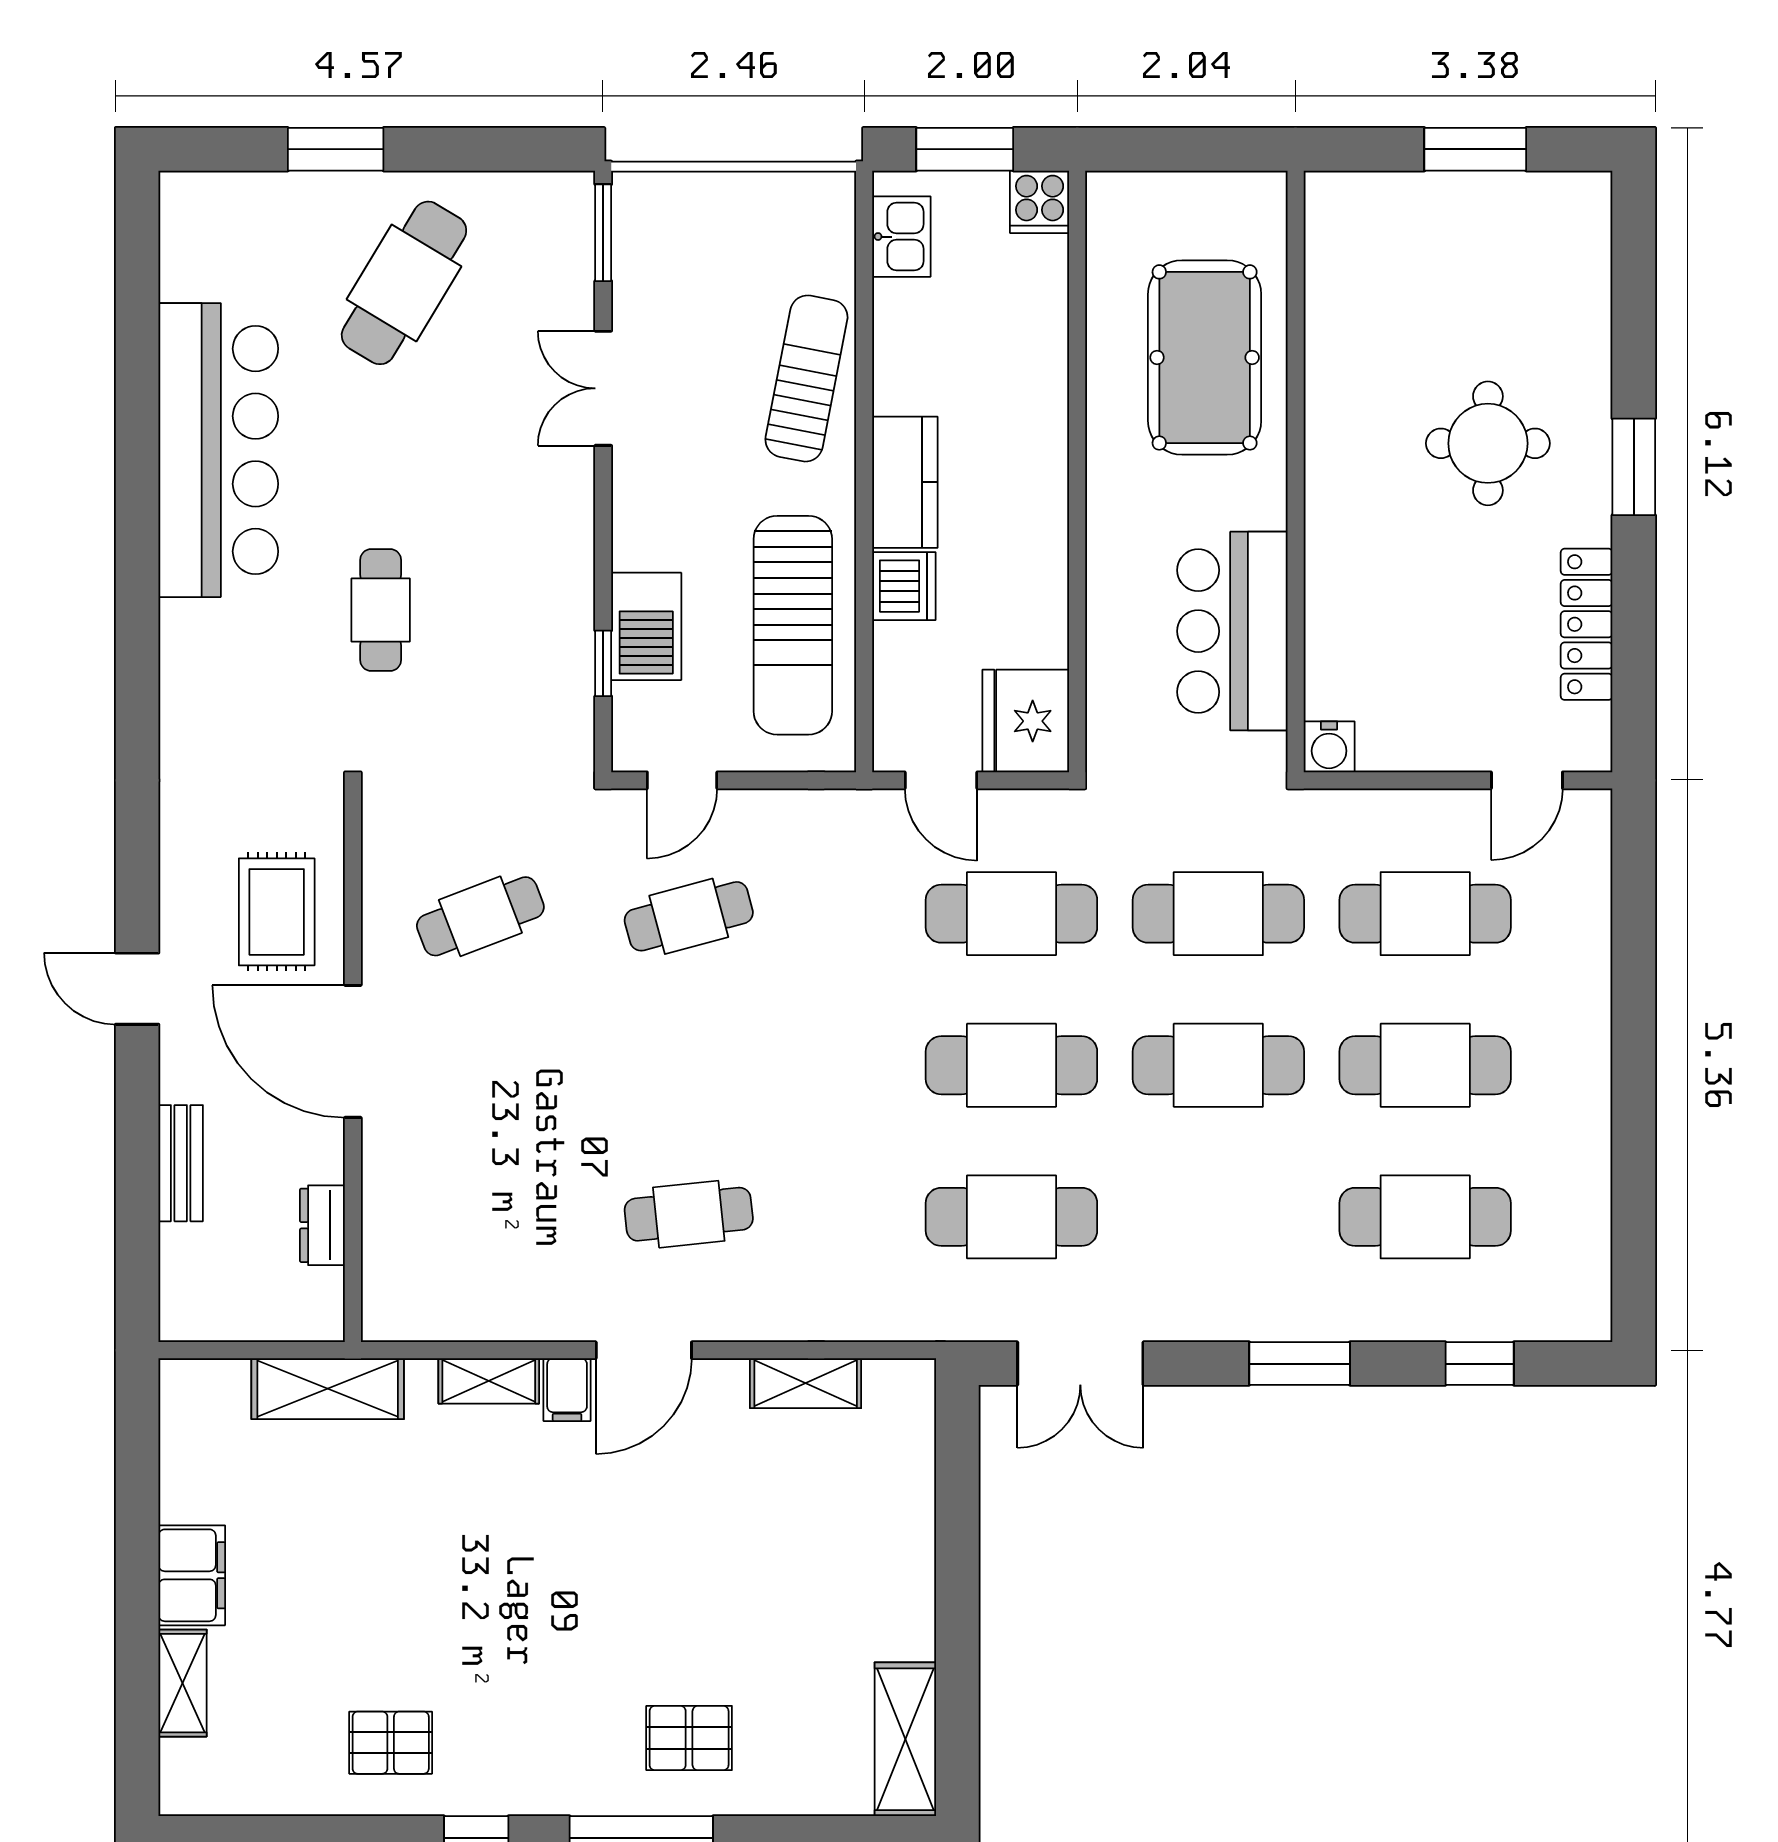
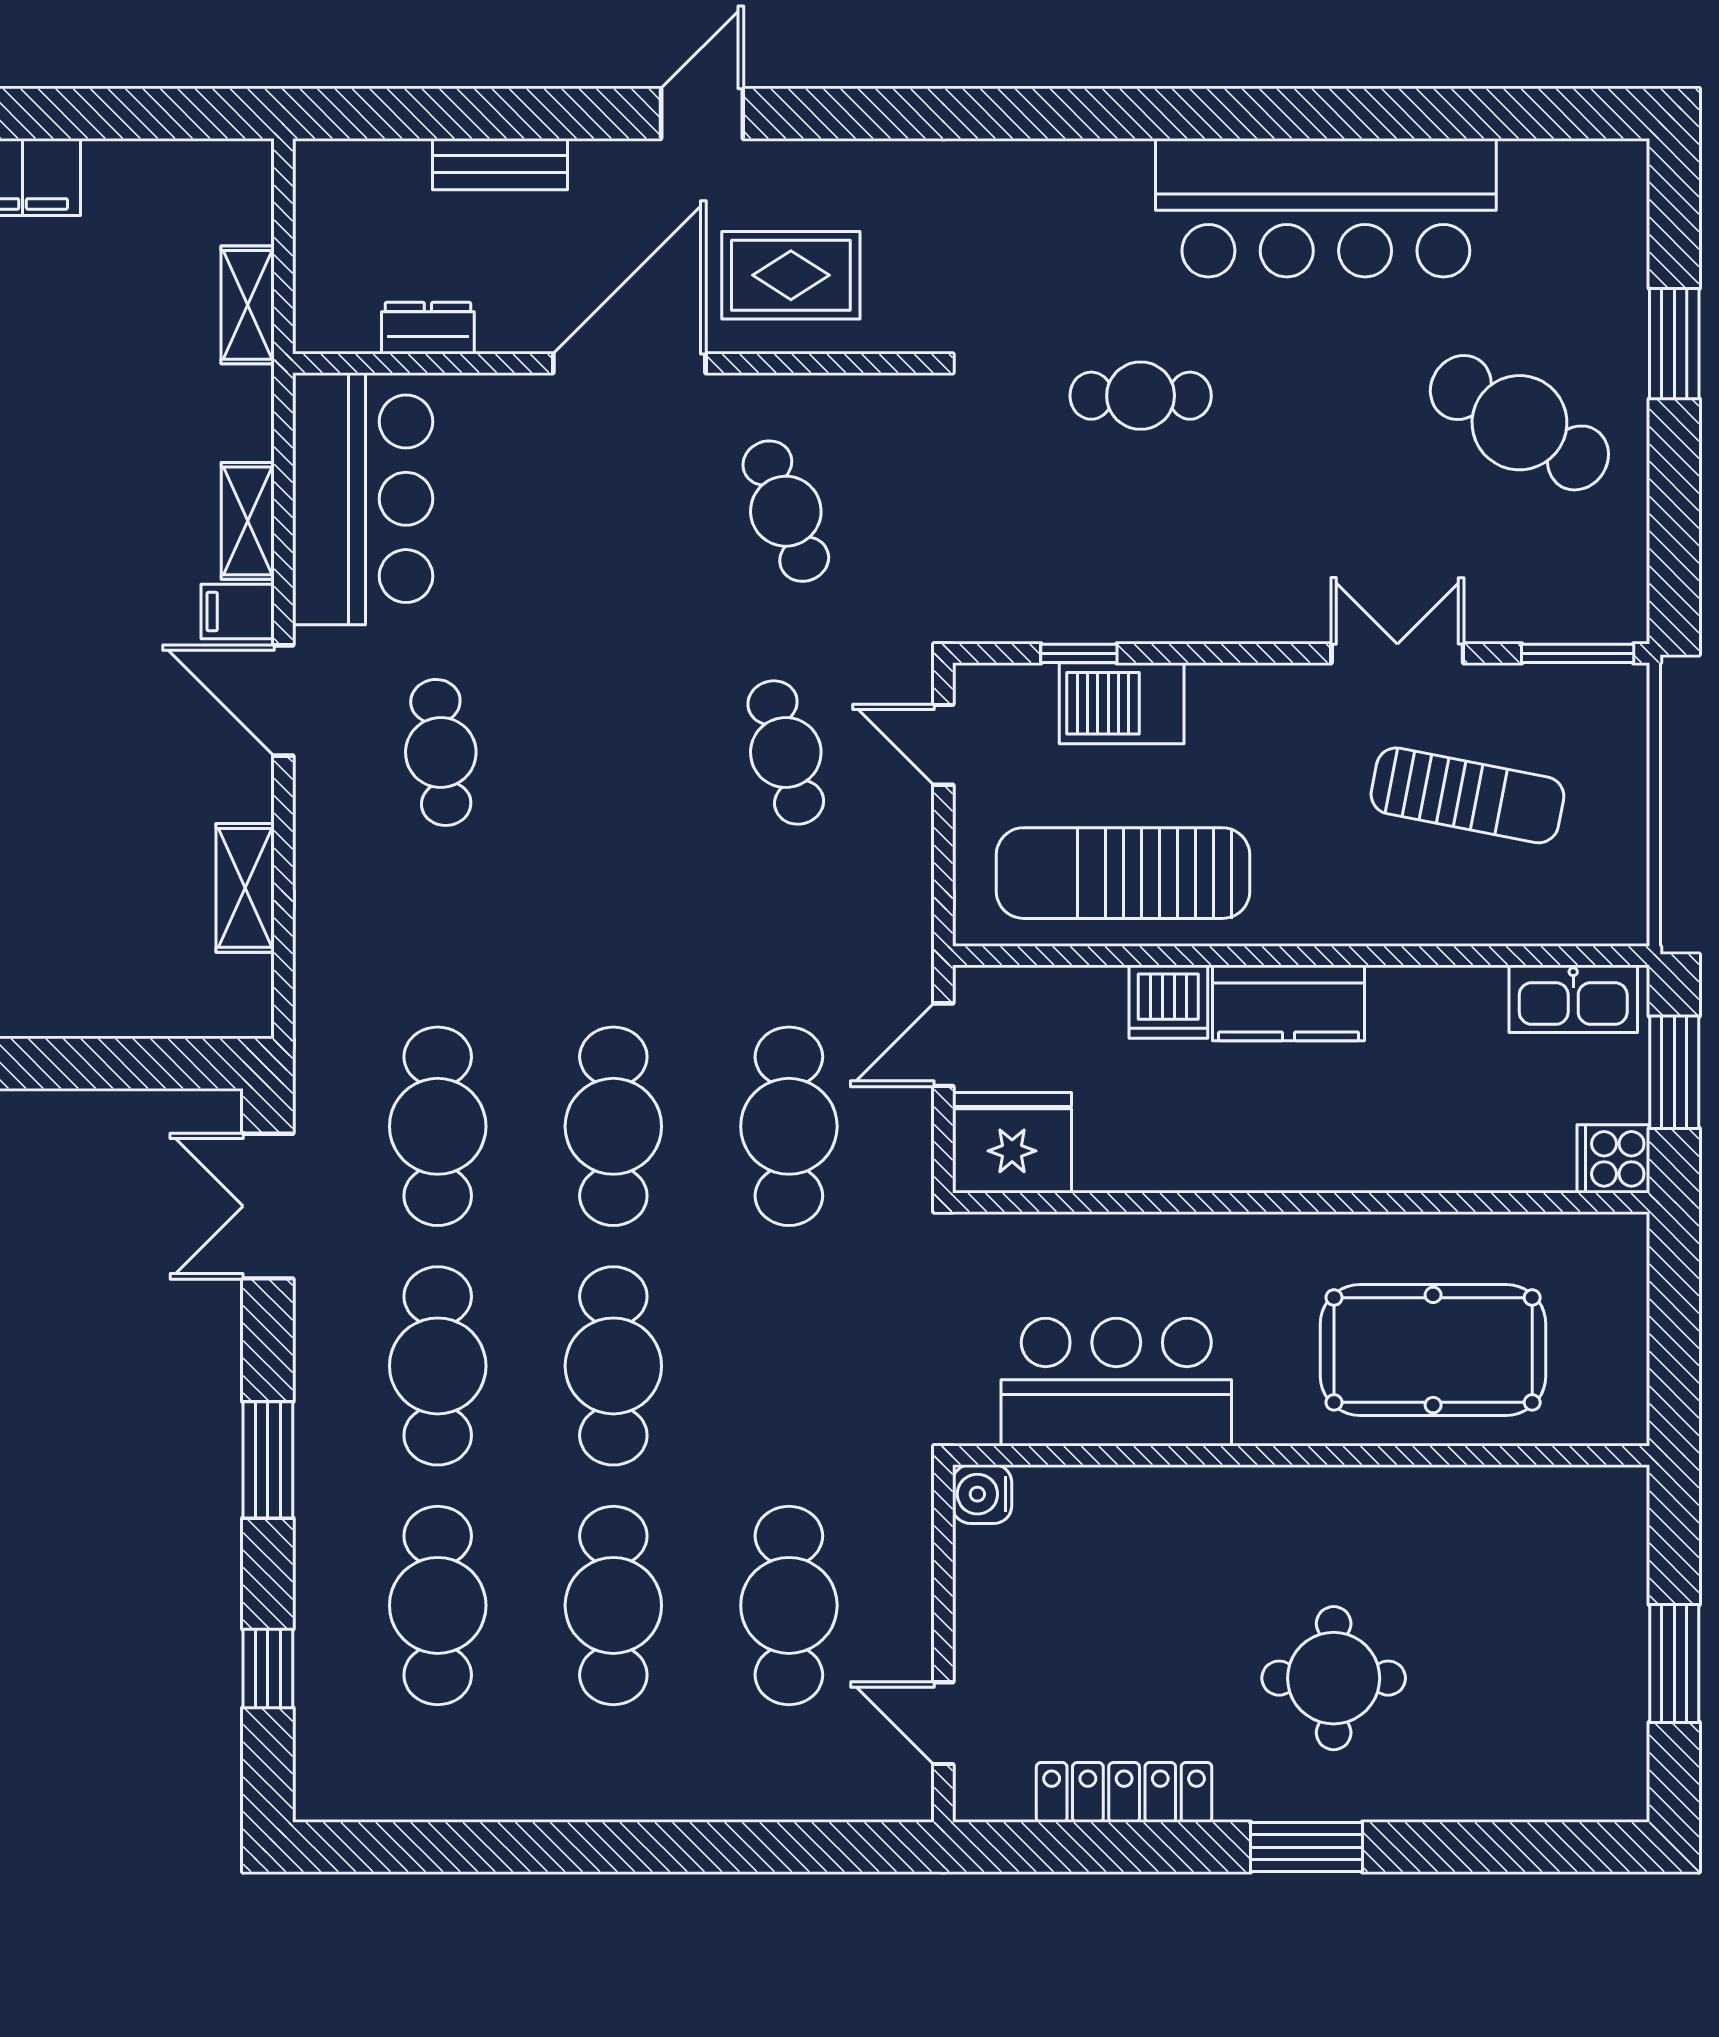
kitchen sink: (901, 237) -> (1573, 999), width x1.38
sun lounger: (806, 378) -> (1467, 795), moved
cafe table: (1218, 914) -> (438, 1366), moved
bar counter: (470, 1282) -> (363, 499), added
shelving: (328, 1389) -> (248, 305), width x0.67, depth x0.75

